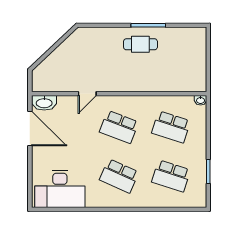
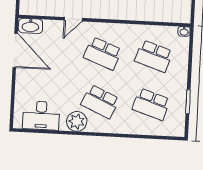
desk: (60, 189) -> (41, 115), width x0.73, depth x0.77
plant: (96, 197) -> (77, 121), added

